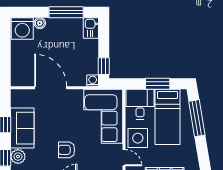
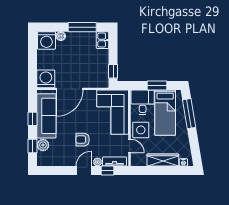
washing machine: (93, 81) -> (46, 79), moved, width x1.89, depth x1.89
door: (51, 88) -> (70, 89), swing flipped
sofa: (22, 128) -> (46, 116), width x1.36

